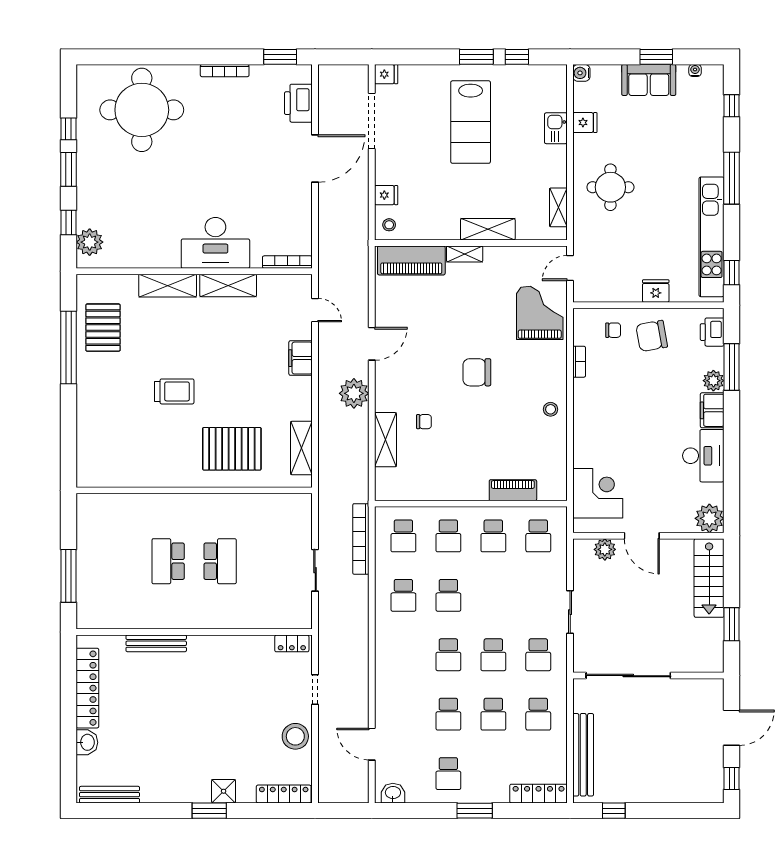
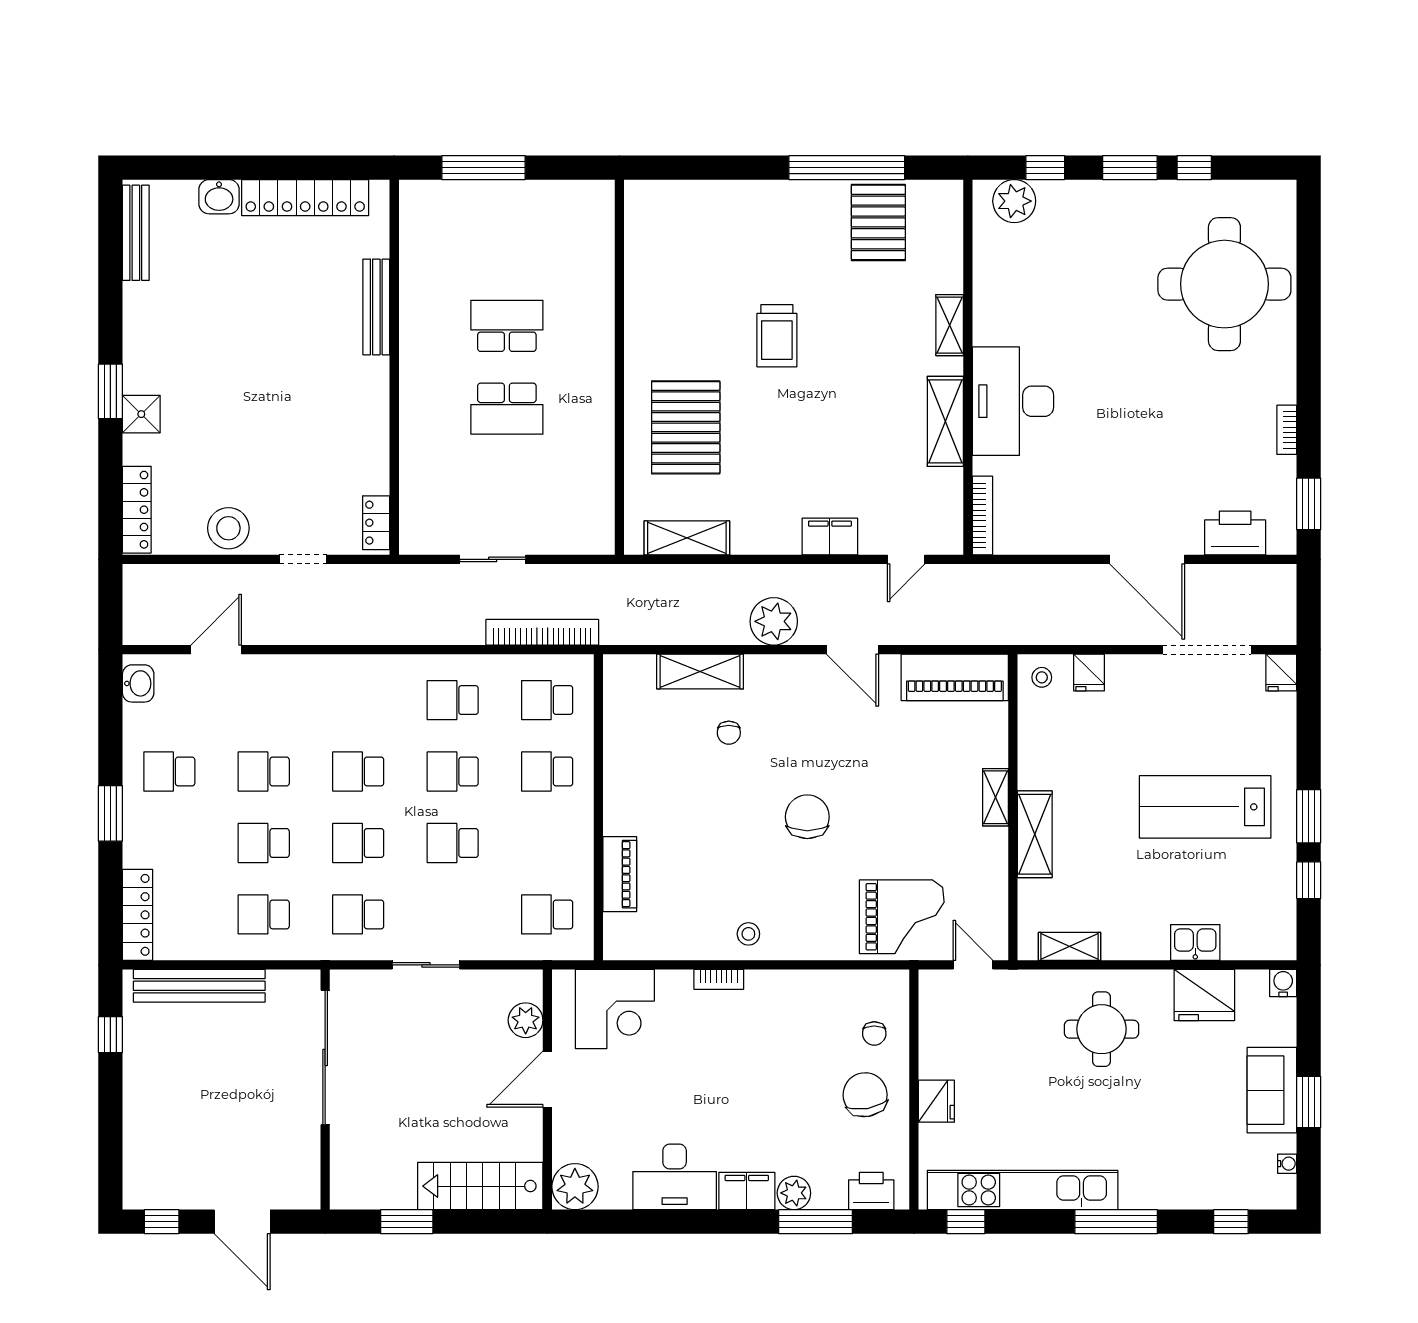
bookcase: (225, 71) -> (1287, 430), width x0.64
fridge: (585, 123) -> (1204, 995), width x1.88, depth x1.34
piano: (411, 260) -> (955, 677), moved, turned -90
shelving: (168, 286) -> (950, 325), width x0.67, depth x0.75
pallet: (103, 328) -> (878, 222), turned 90
bookcase: (579, 362) -> (719, 979), moved
school desk: (493, 536) -> (453, 843), moved

